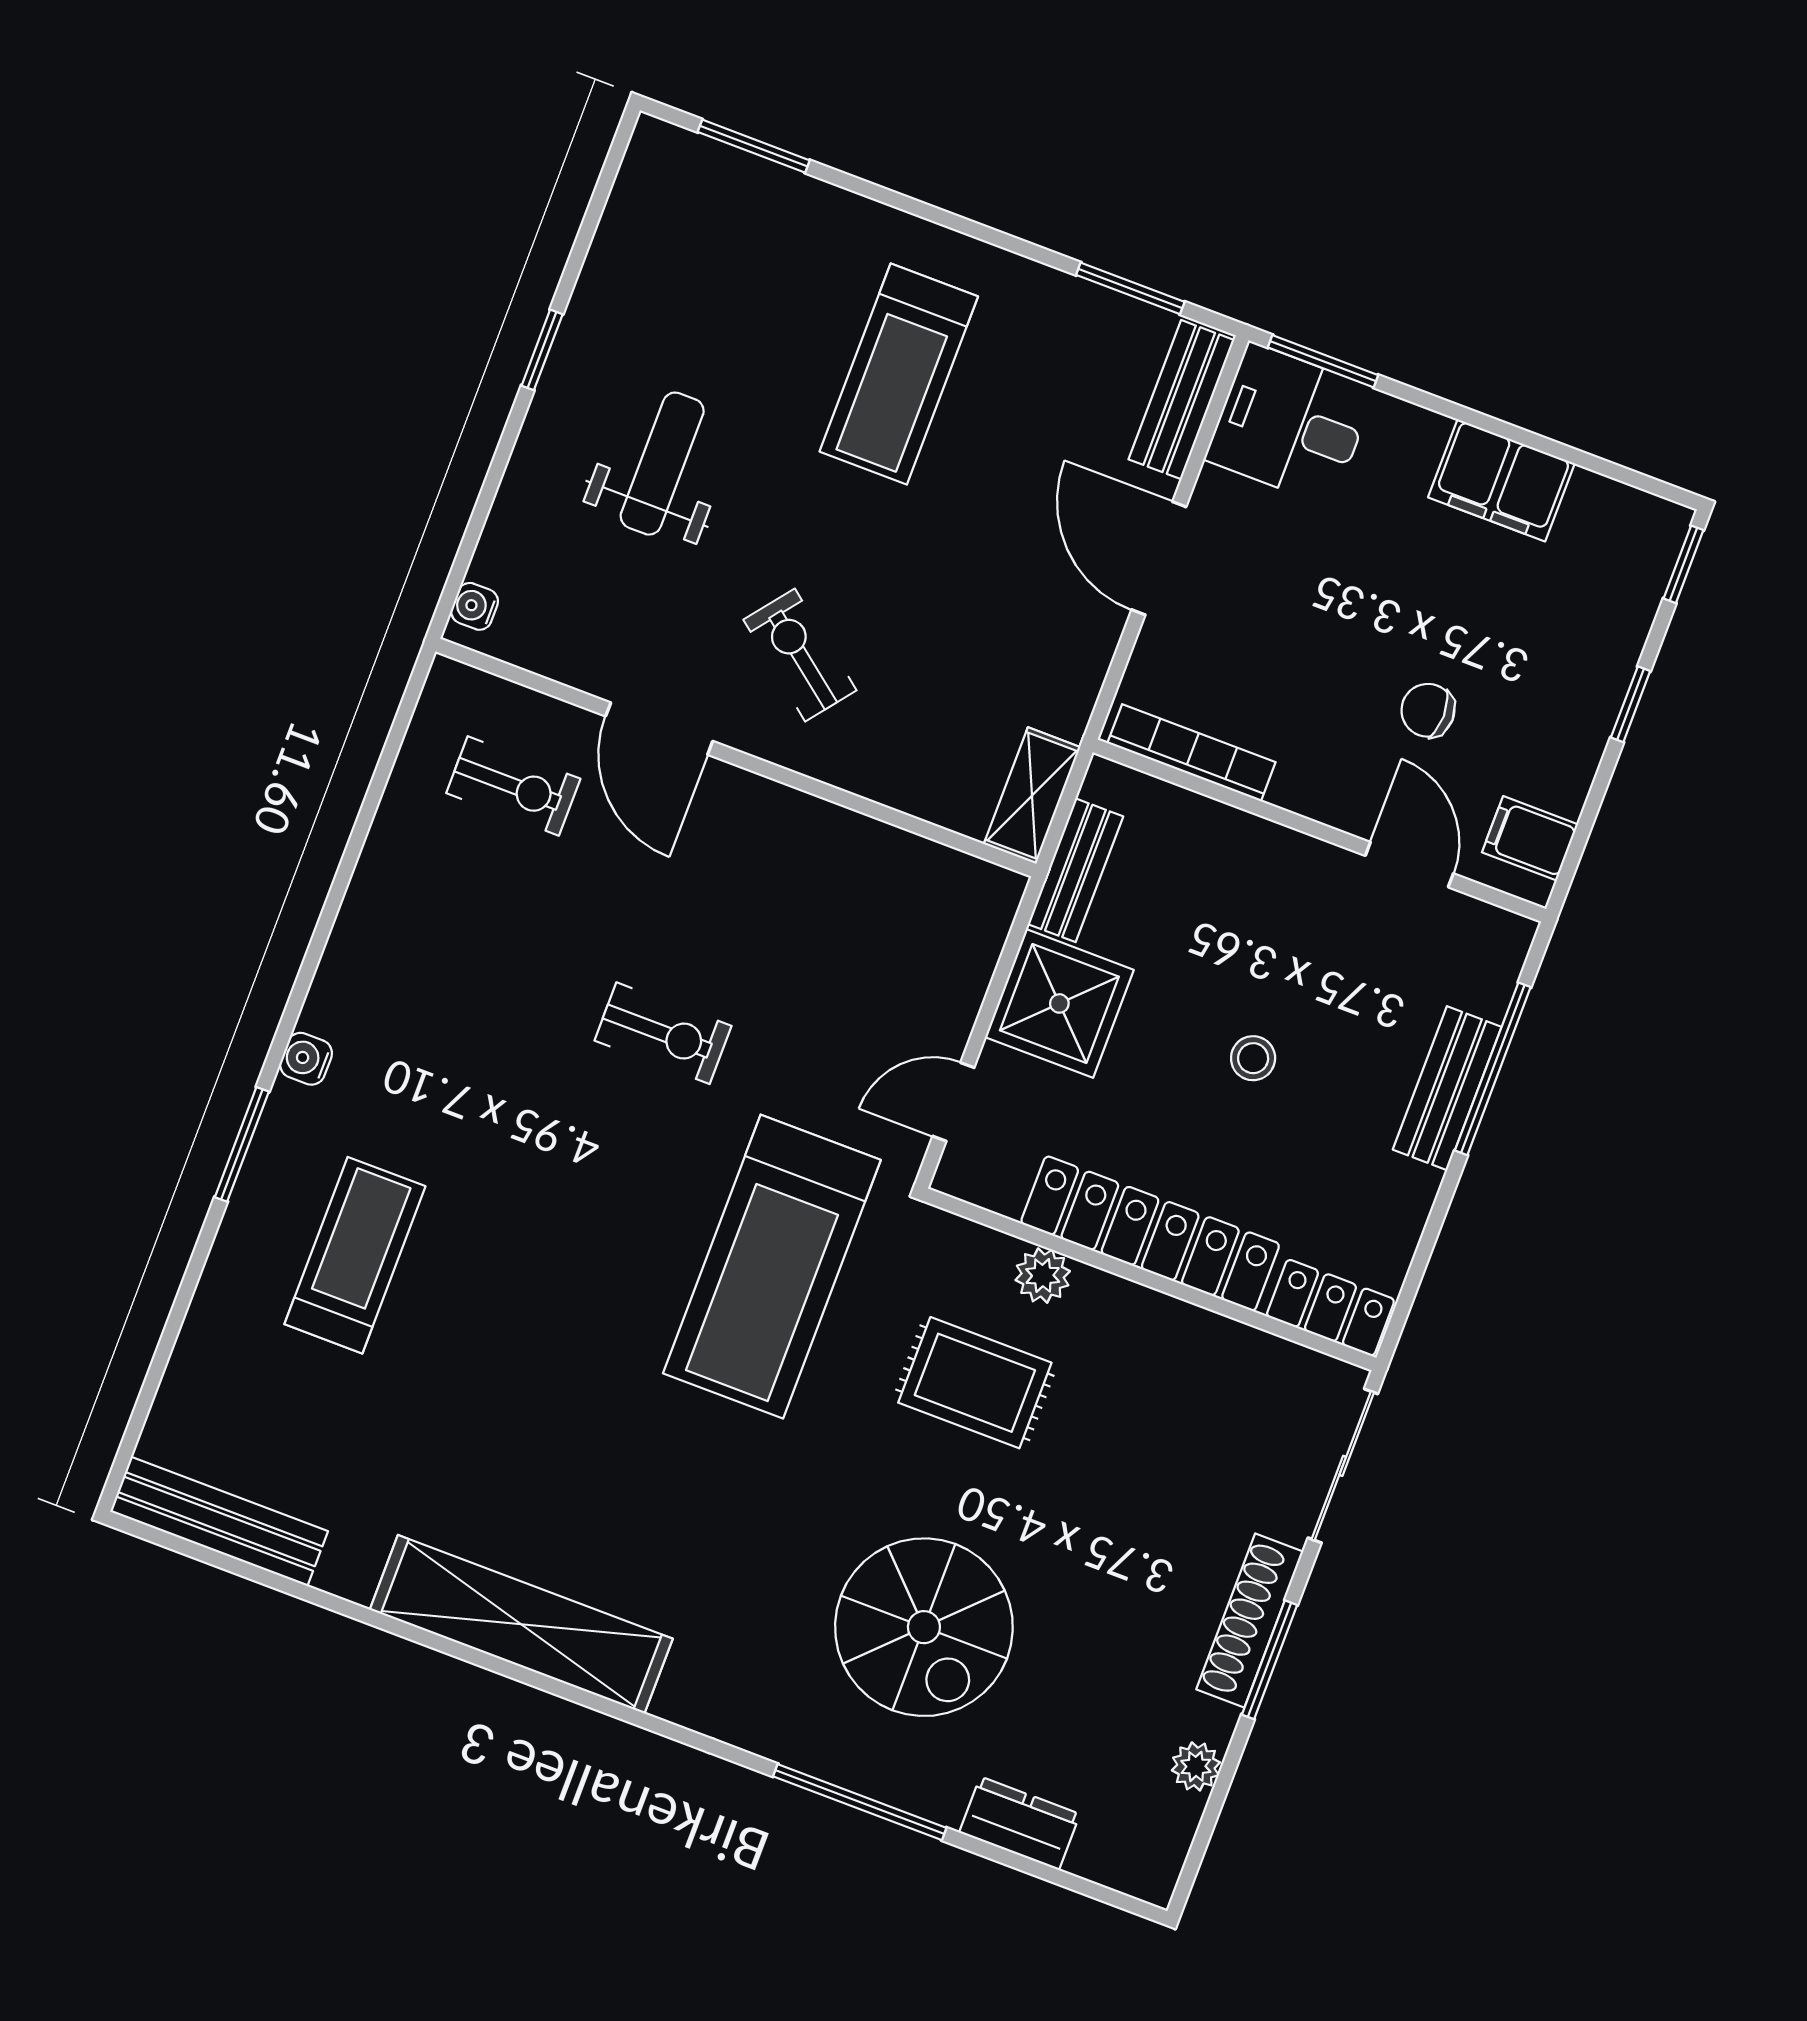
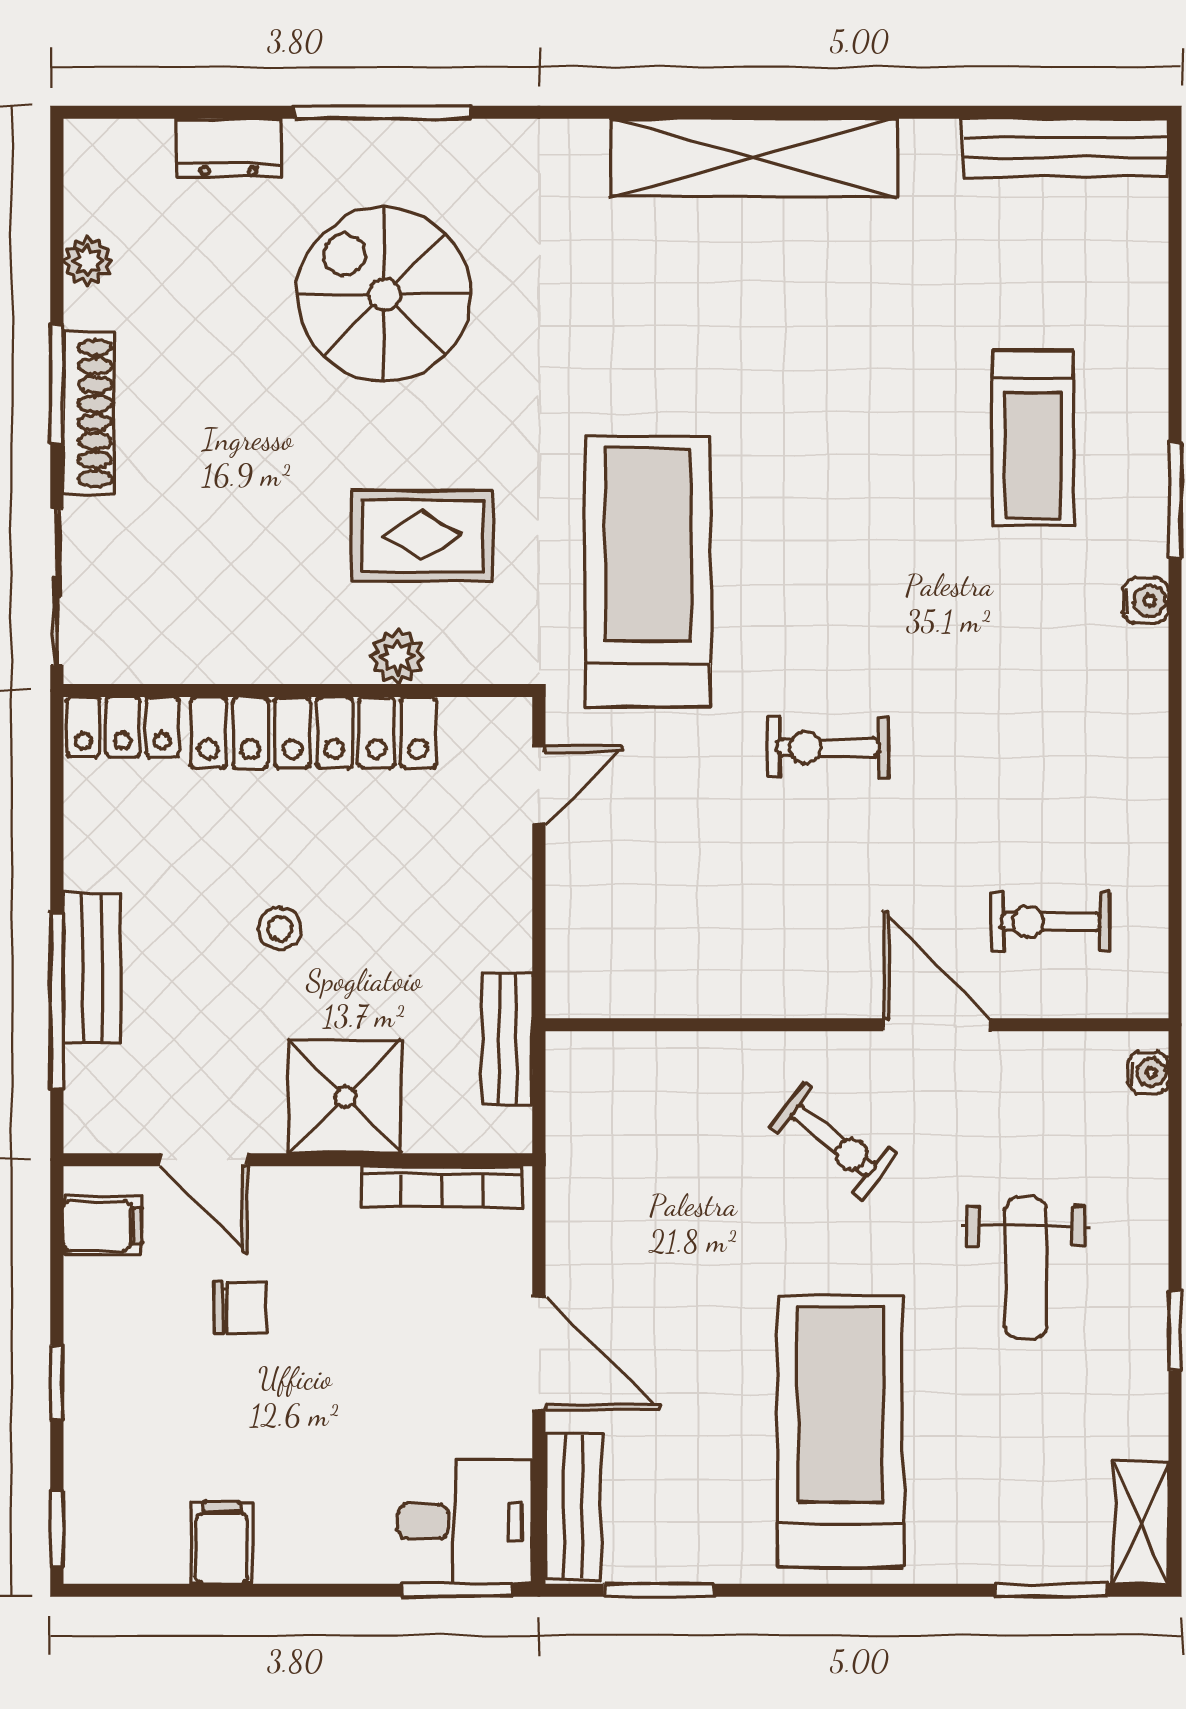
treadmill: (899, 374) -> (840, 1432), width x1.37, depth x1.38
filing cabinet: (1501, 480) -> (222, 1543), width x0.50
shelving: (1032, 796) -> (1141, 1523), moved
shower: (1059, 1003) -> (345, 1097), moved

